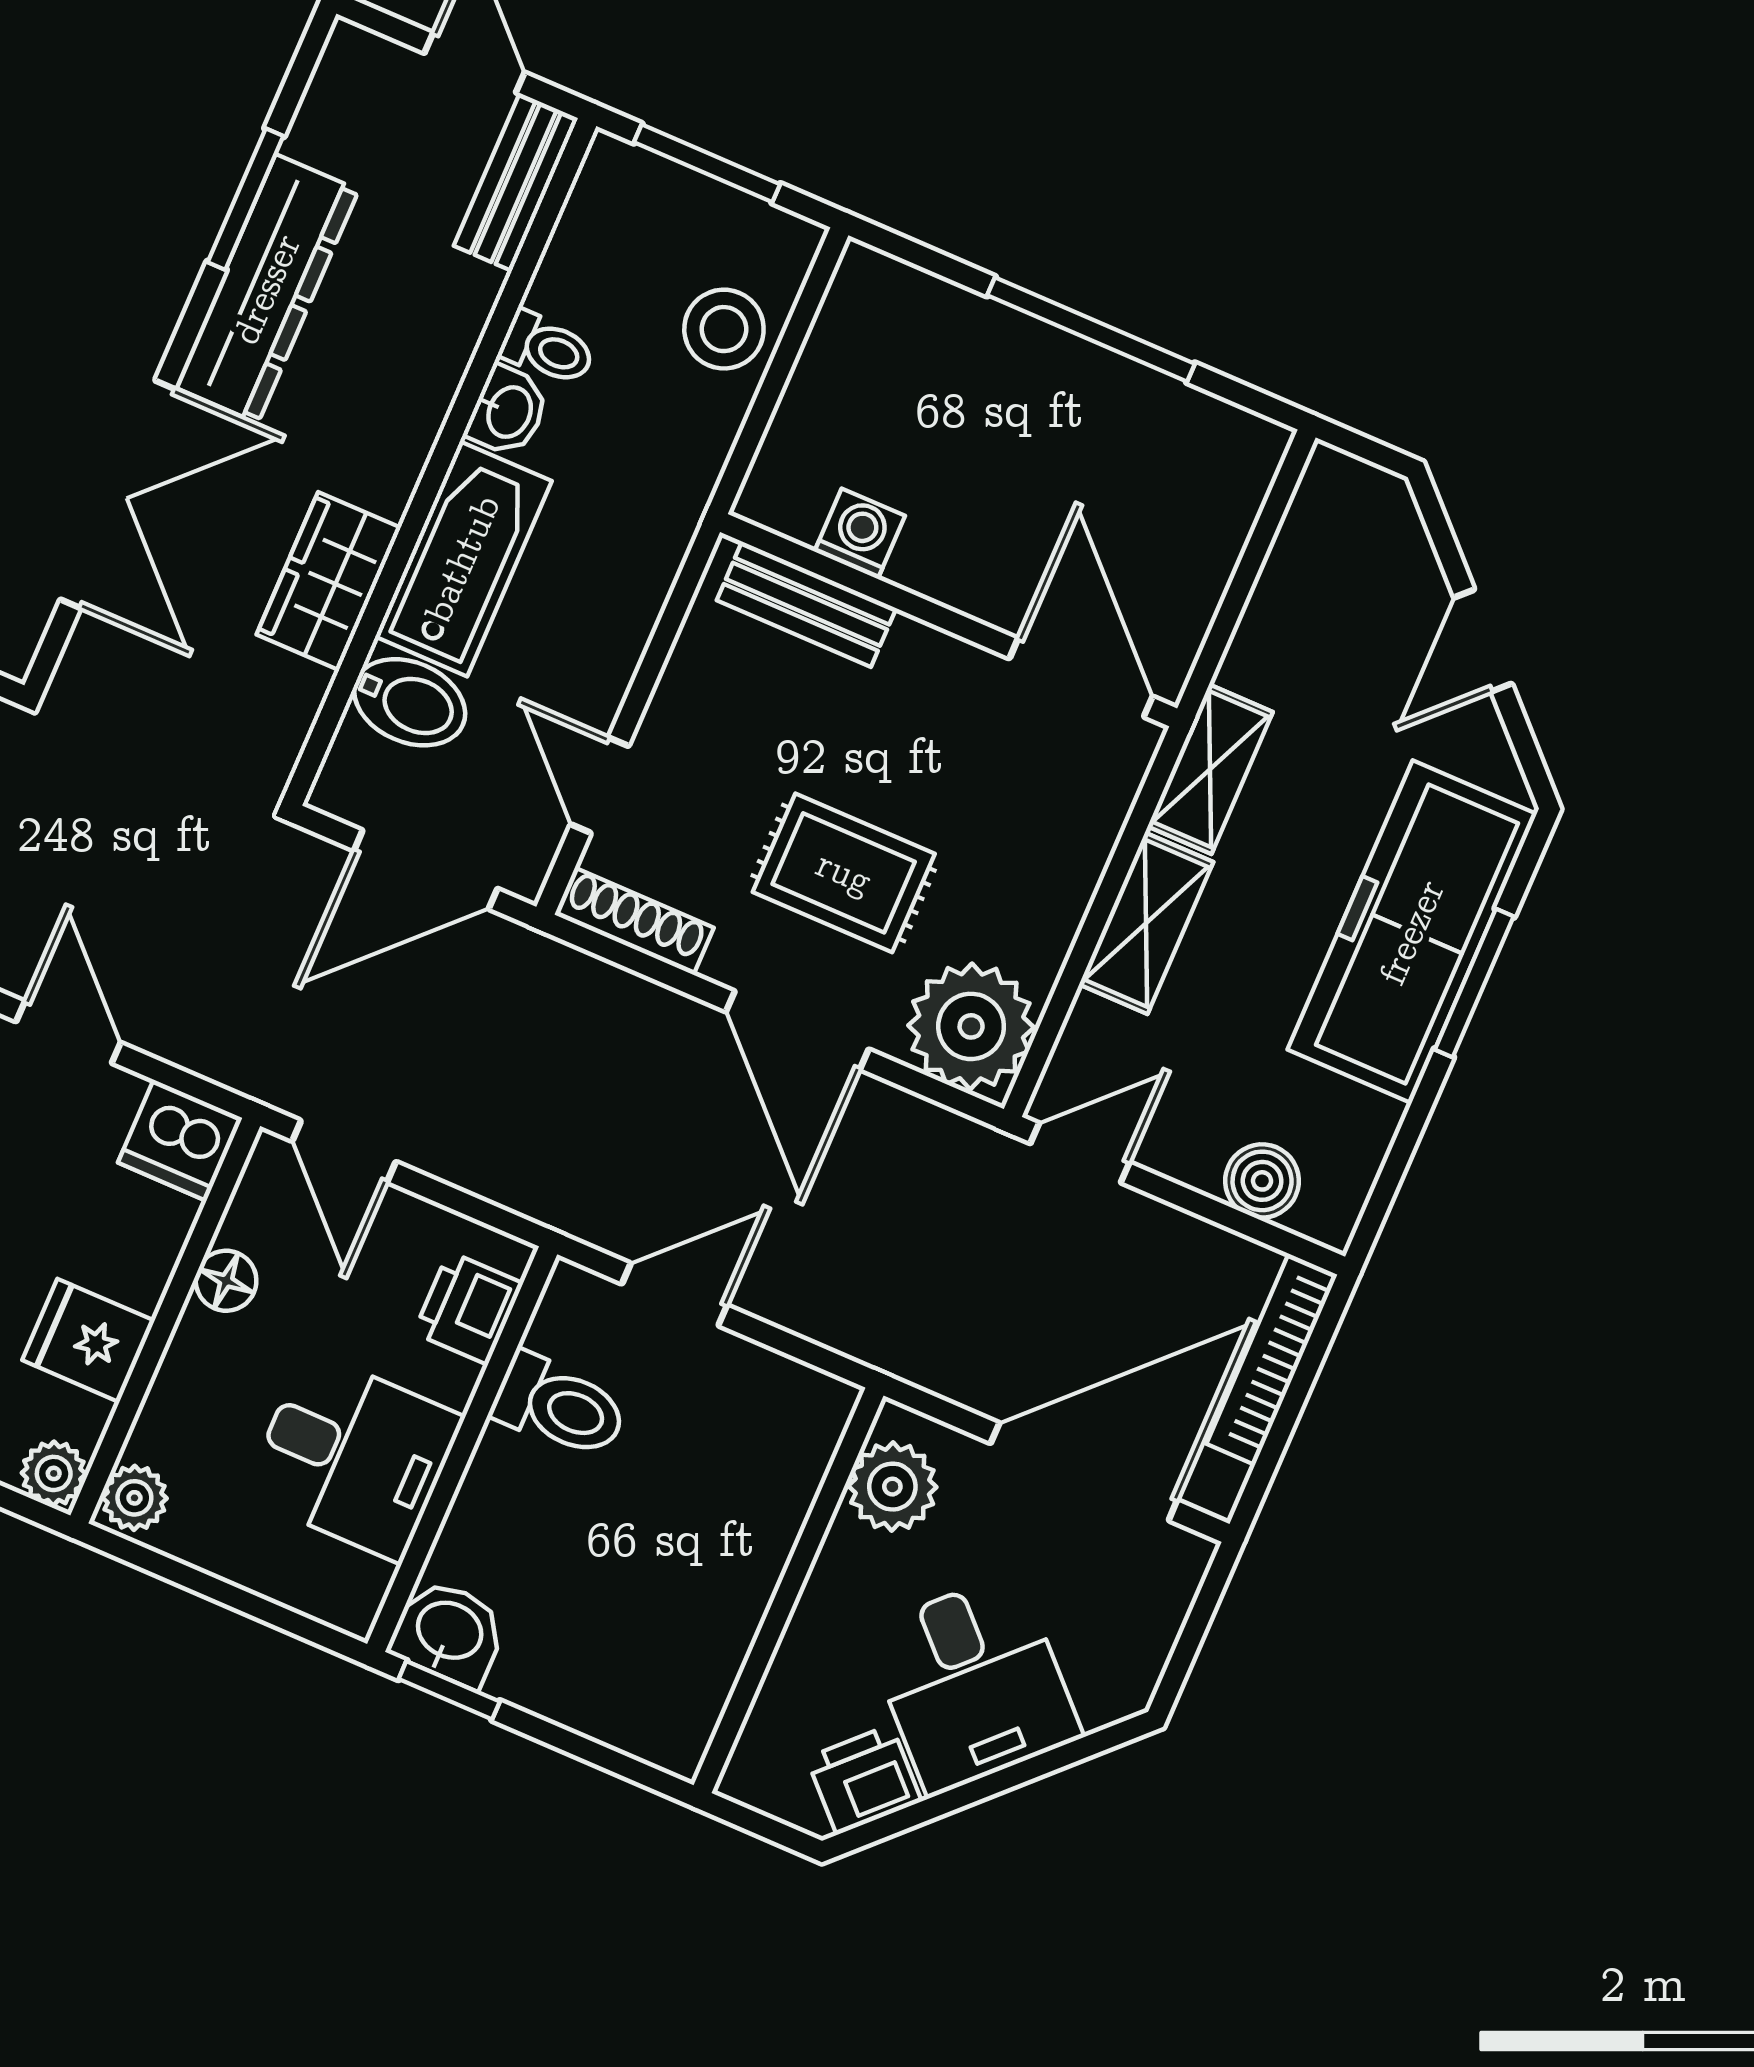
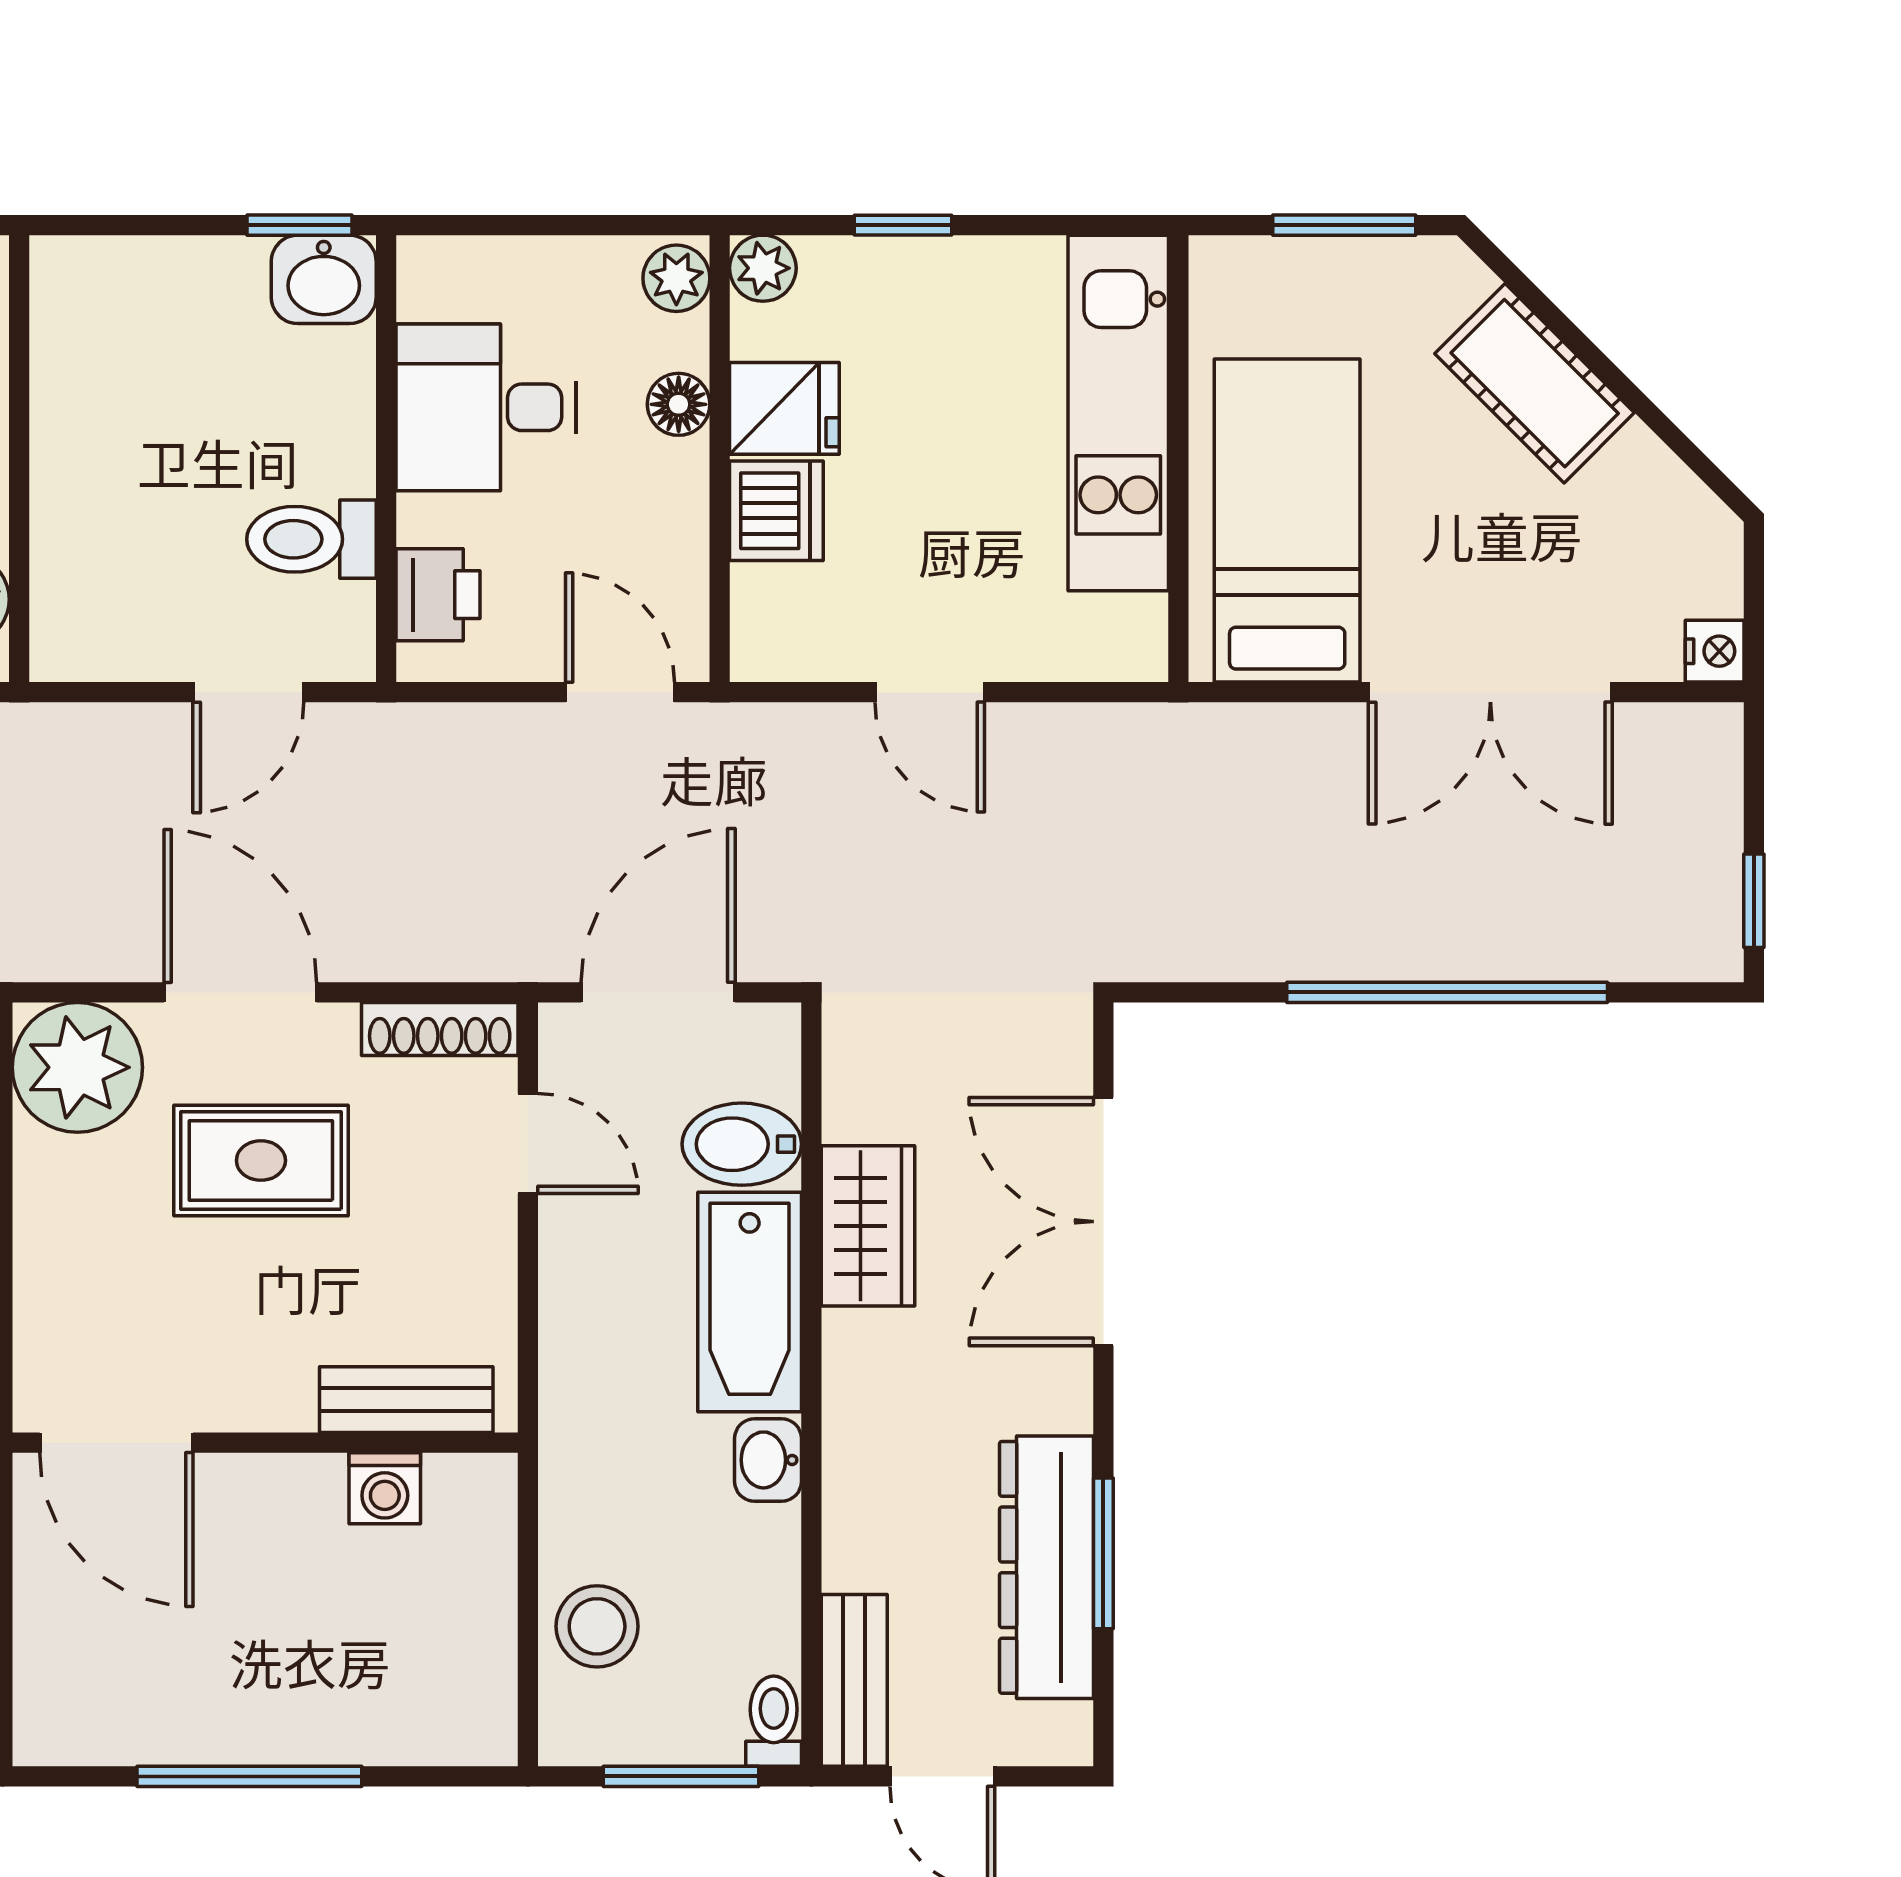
dresser: (267, 289) -> (1046, 1567), moved
toilet: (547, 348) -> (774, 1721), moved, turned 90
dishwasher: (180, 1140) -> (776, 511), moved, turned 90
floor lamp: (226, 1281) -> (679, 404), moved

